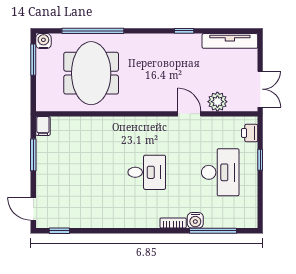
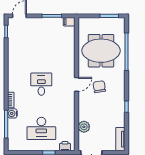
water cooler: (43, 41) -> (120, 22), removed
tv unit: (230, 41) -> (120, 139), width x0.71
chair: (151, 76) -> (99, 87), added
door: (189, 114) -> (77, 84), moved
desk: (147, 172) -> (41, 84), turned 180

